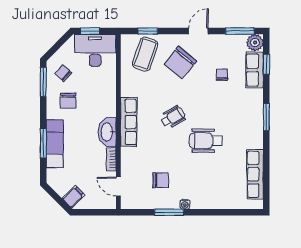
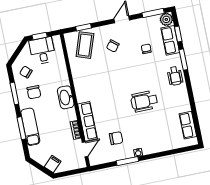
desk: (95, 50) -> (42, 51), width x0.73
chair: (180, 63) -> (113, 46), width x0.54, depth x0.54
window: (43, 82) -> (14, 93), moved
wheelchair: (173, 117) -> (175, 76), moved, turned 121
window: (266, 117) -> (183, 60), moved
row of seats: (129, 122) -> (87, 121), moved
washbasin: (107, 132) -> (66, 97), moved
row of seats: (255, 174) -> (188, 125), width x0.68
door: (118, 186) -> (85, 149), swing flipped

